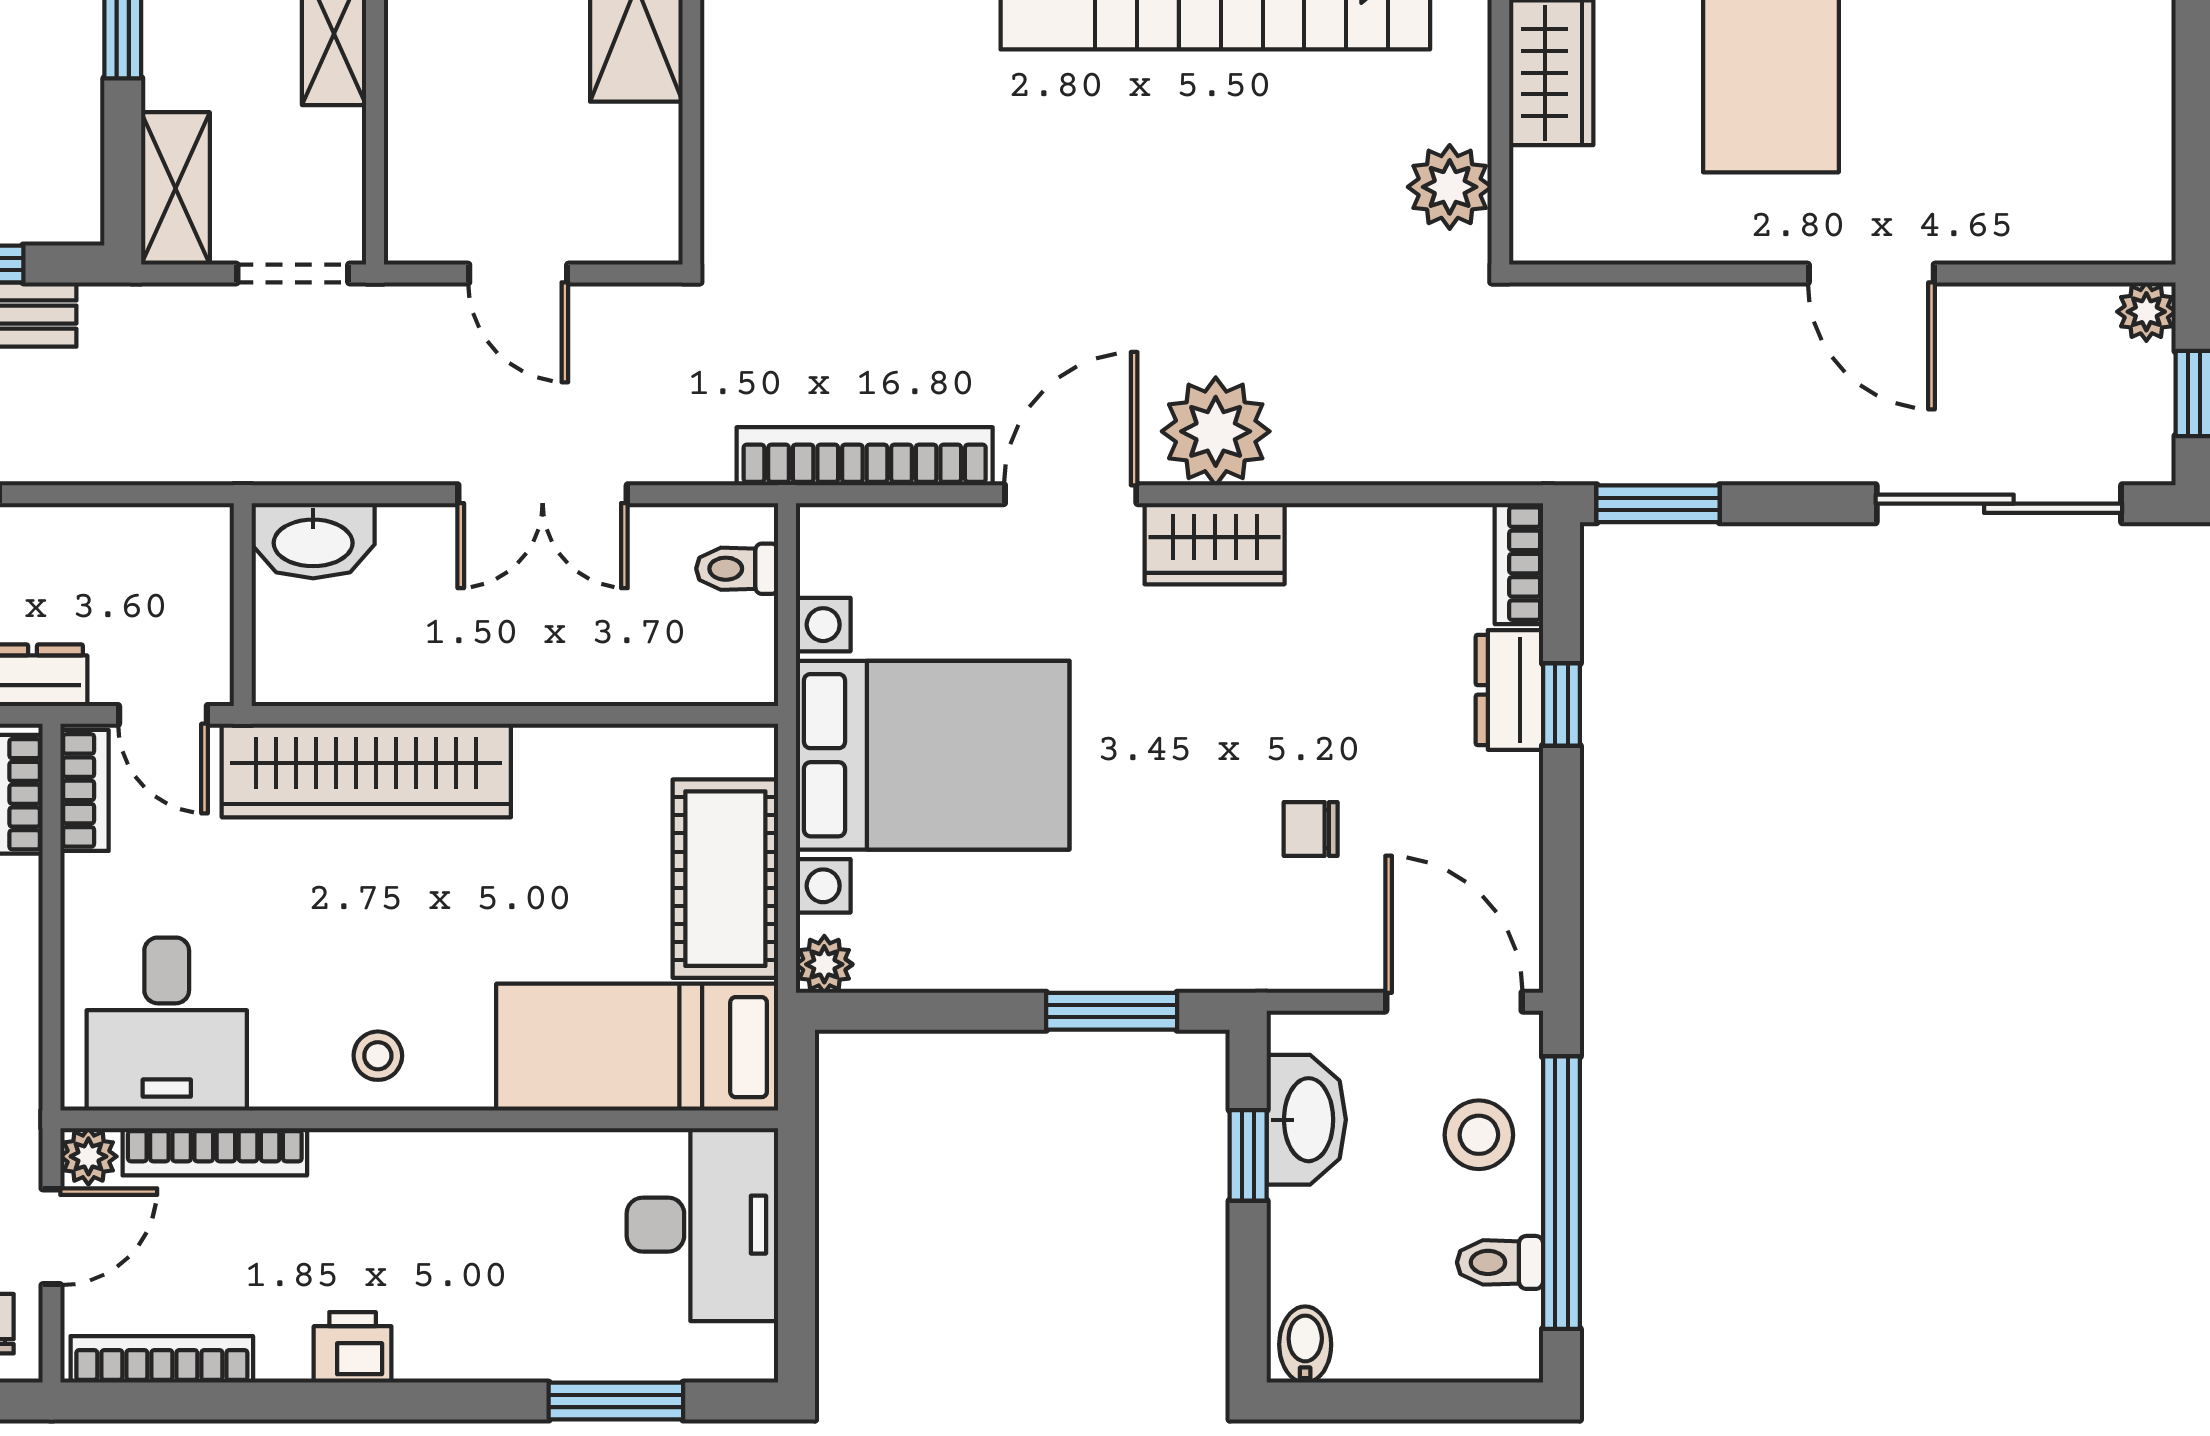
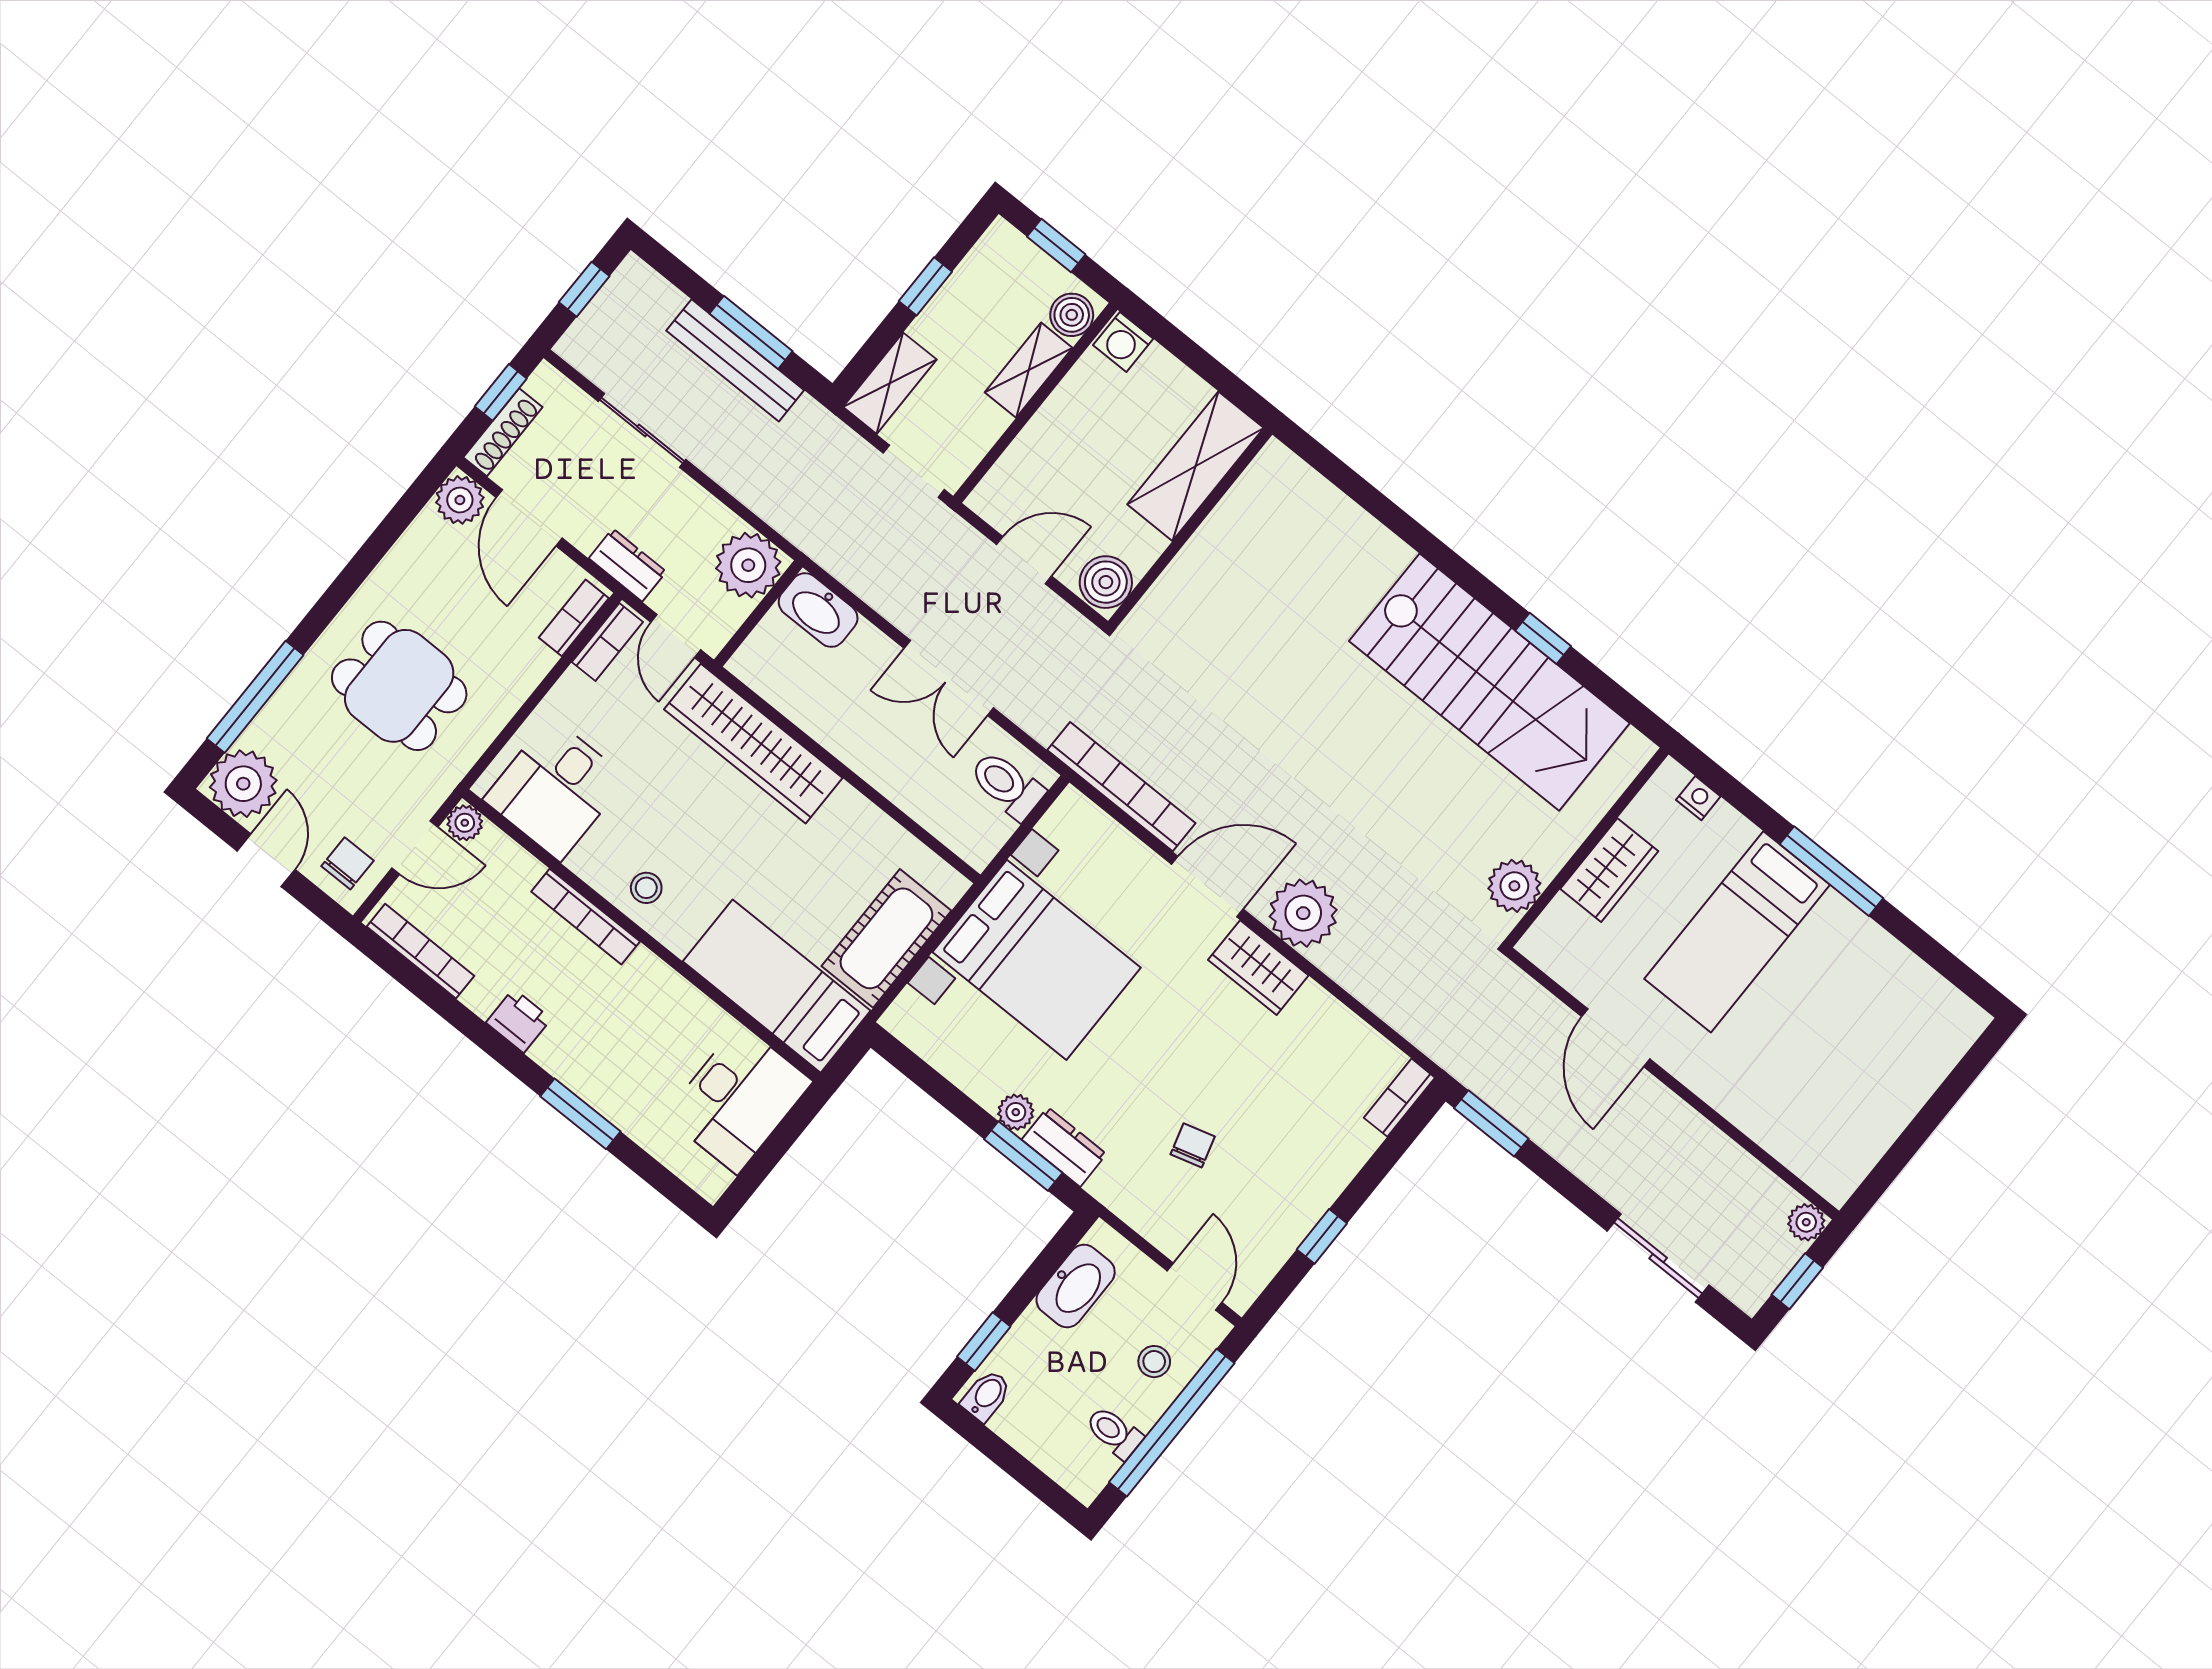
boiler: (641, 219) -> (1106, 582), added
door: (518, 274) -> (1024, 560), swing flipped
door: (1871, 274) -> (1616, 1038), moved
sliding door: (1999, 504) -> (1658, 1258), width x0.73
plant: (182, 555) -> (748, 565), added
toilet: (737, 569) -> (1007, 785), width x1.37, depth x1.39
dresser: (1509, 690) -> (1064, 1147), moved, turned 90
window: (1561, 704) -> (1322, 1236), moved
chair: (1311, 829) -> (1193, 1145), turned 74
plant: (824, 964) -> (1016, 1112), moved
door: (1454, 1002) -> (1195, 1287), width x0.73
stool: (1479, 1135) -> (1154, 1362), width x0.73, depth x0.73
bookcase: (215, 1152) -> (586, 917), moved
window: (1248, 1155) -> (984, 1342), moved
window: (616, 1401) -> (580, 1114), moved

